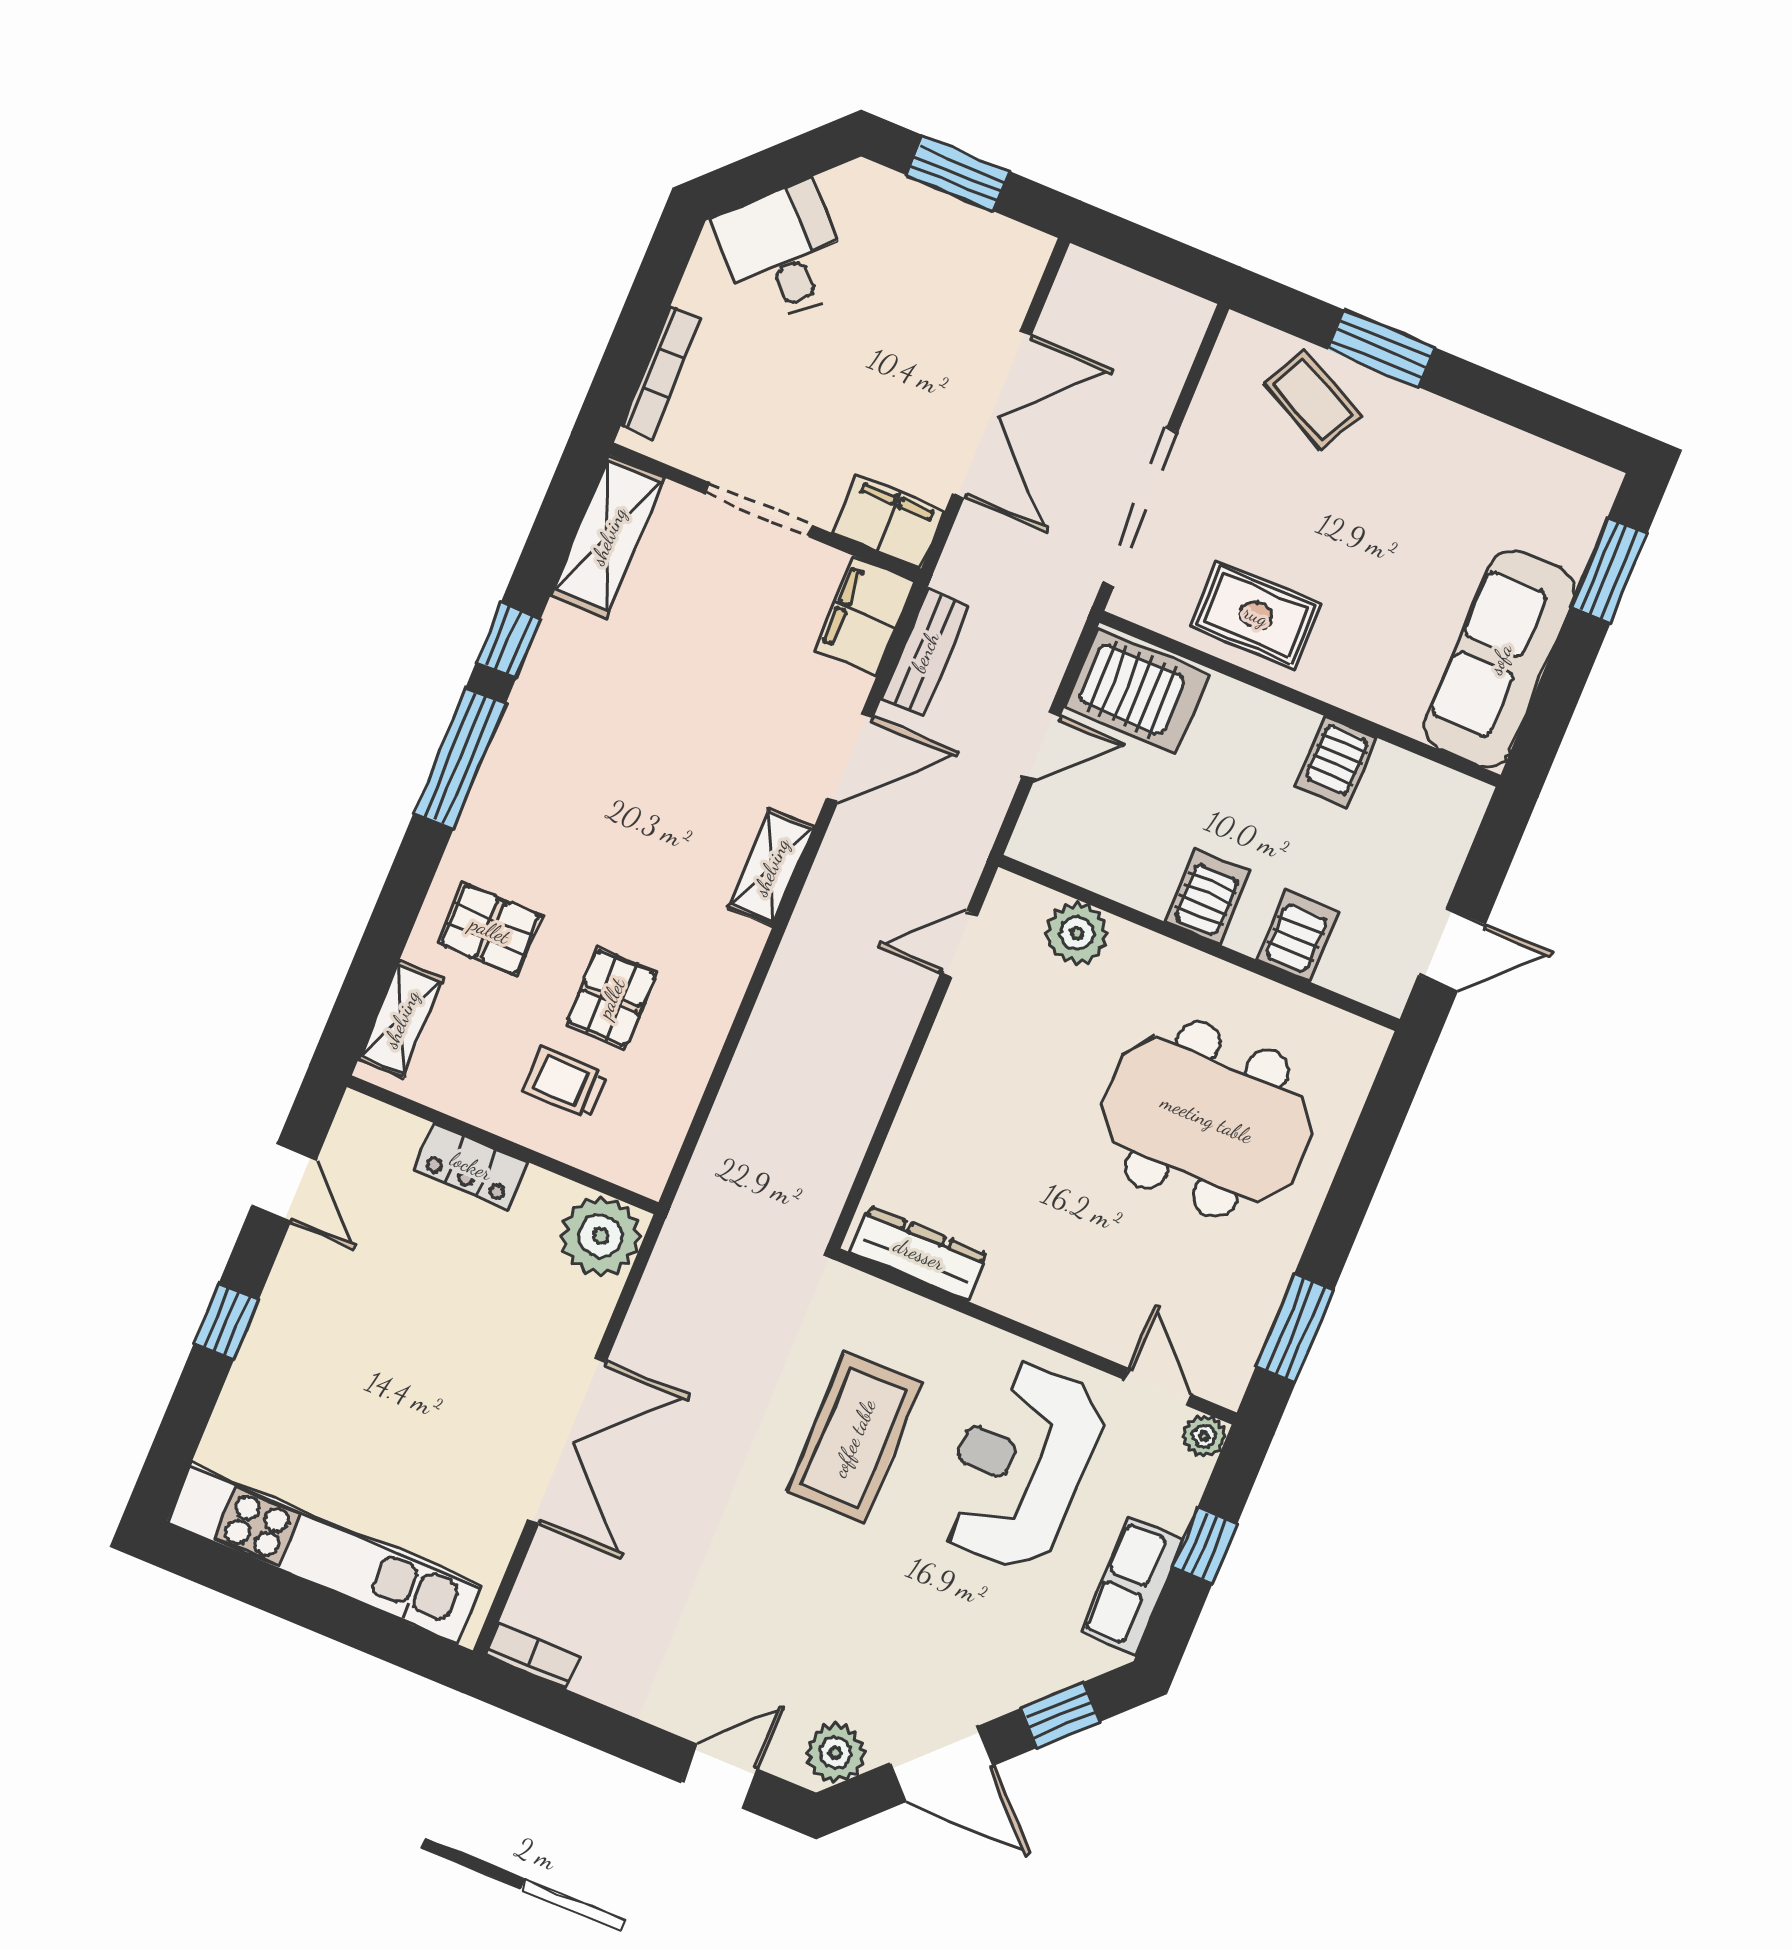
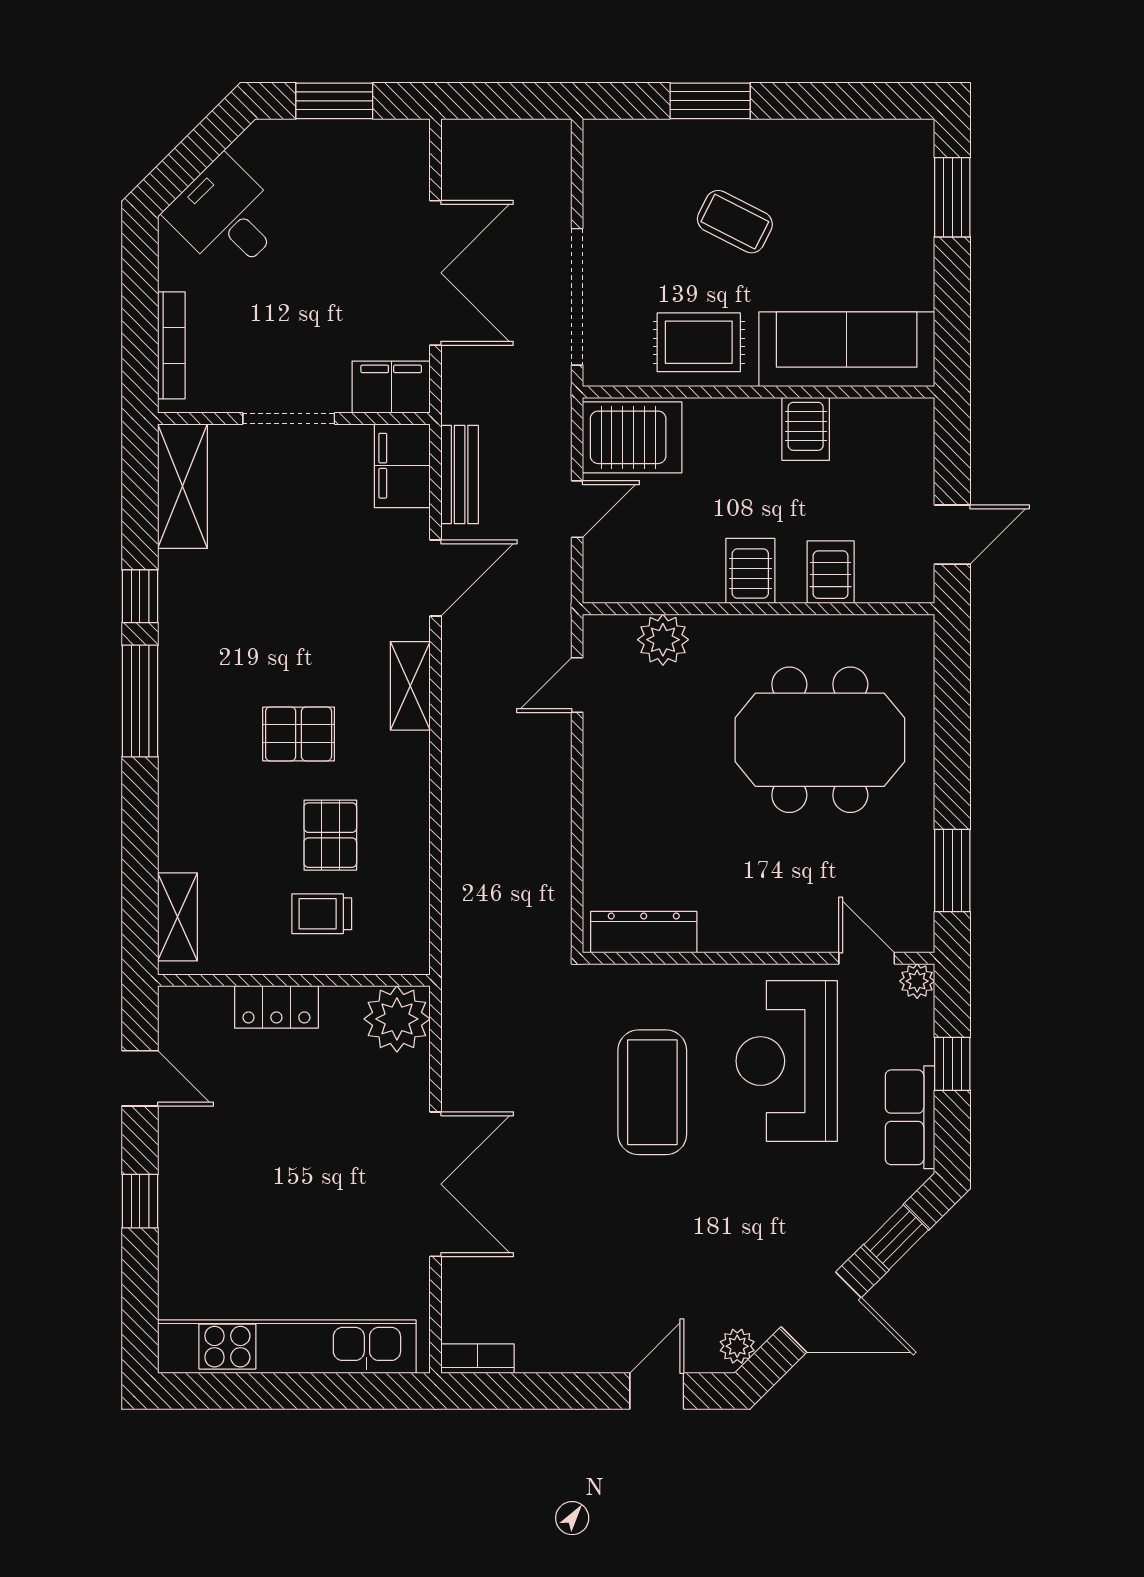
coffee table: (1313, 399) -> (735, 222), moved
sofa: (1500, 659) -> (847, 349), moved, turned 90
pallet: (490, 930) -> (299, 734), moved
plant: (836, 1753) -> (737, 1346), width x0.73, depth x0.73

